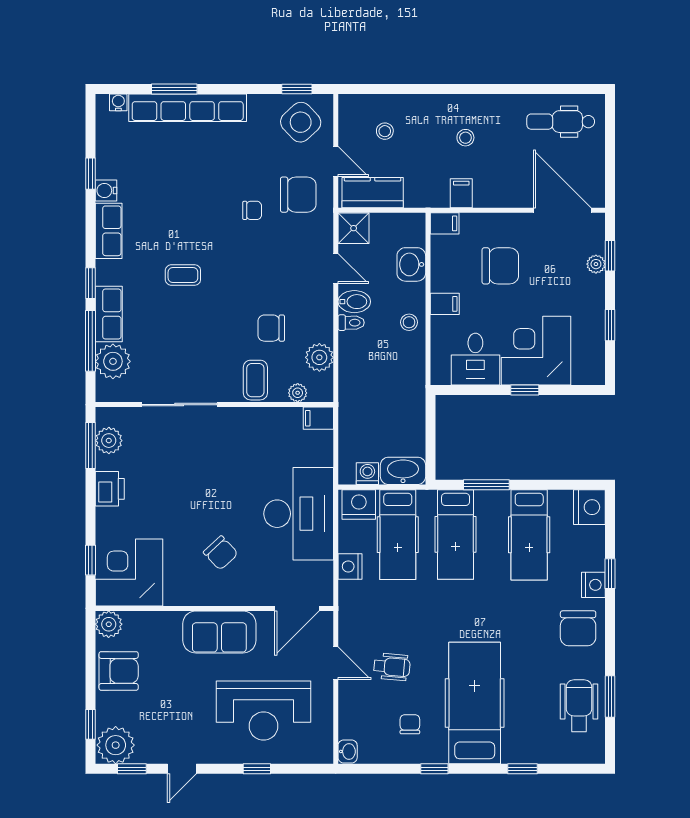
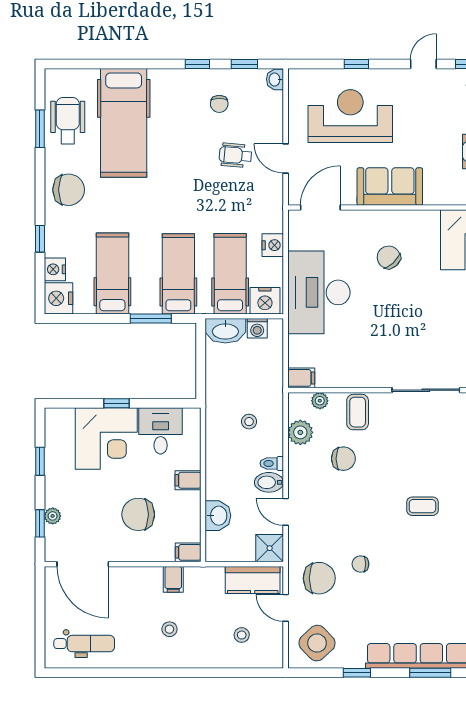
window: (297, 89) -> (357, 673), moved
chair: (298, 195) -> (319, 578), turned 180
stool: (409, 322) -> (249, 422), moved
nightstand: (593, 585) -> (55, 269), moved
chair: (578, 628) -> (69, 190), turned 90
hospital bed: (475, 703) -> (124, 123), moved
wheelchair: (579, 706) -> (68, 121), turned 180
window: (522, 769) -> (244, 64), moved

